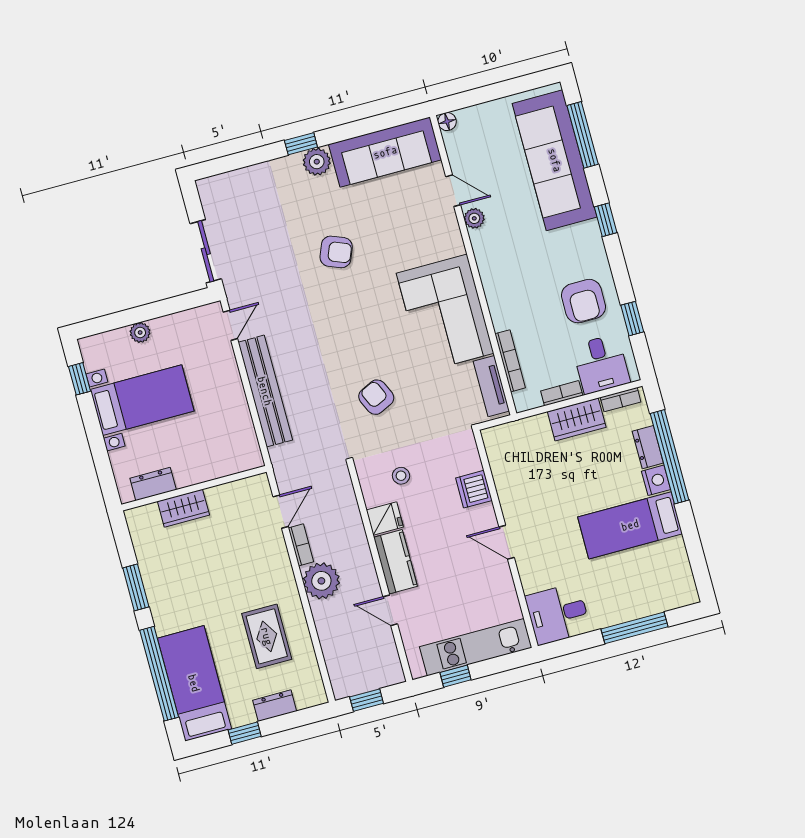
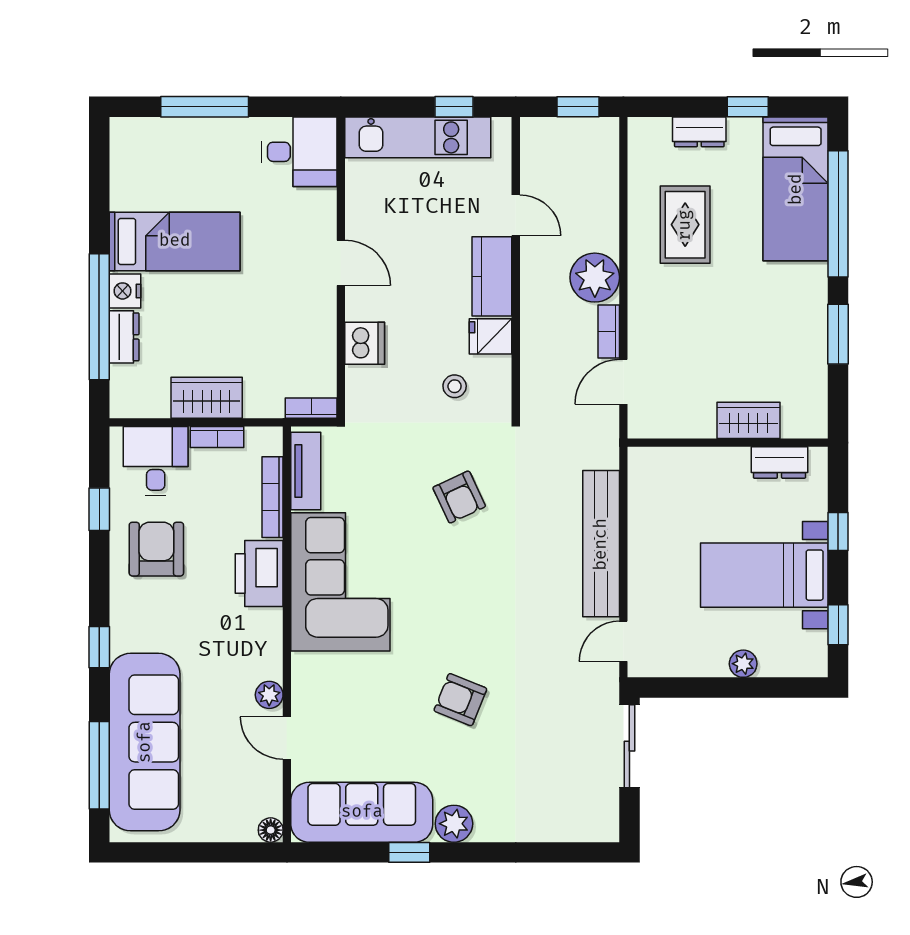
window: (301, 144) -> (409, 852), moved
printer: (505, 303) -> (259, 574), added
bookcase: (621, 400) -> (311, 408), moved
window: (98, 446) -> (838, 532), added

